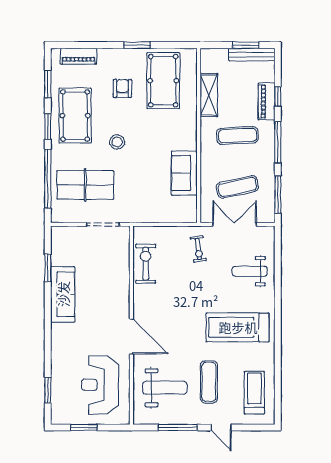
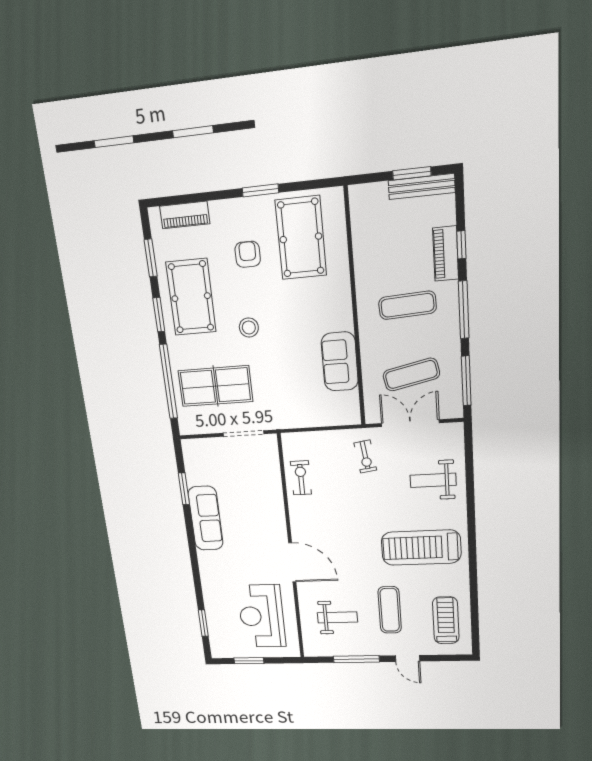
shelving: (209, 95) -> (365, 252), removed
exercise bike: (146, 264) -> (301, 478), width x0.73, depth x0.72
weight bench: (165, 388) -> (337, 617), width x0.73, depth x0.75

